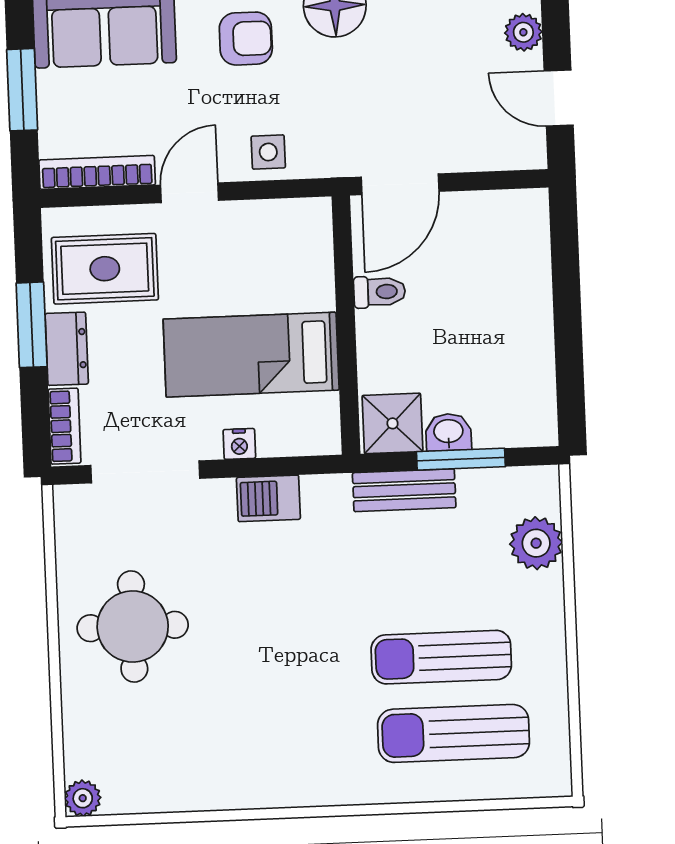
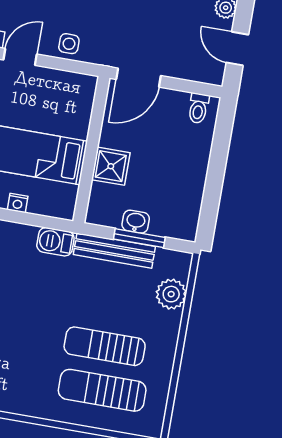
toilet: (380, 292) -> (198, 108), moved, turned 90
shower: (392, 423) -> (111, 166), moved
bench: (404, 490) -> (114, 250), width x1.36
barbecue: (268, 498) -> (55, 242), moved

